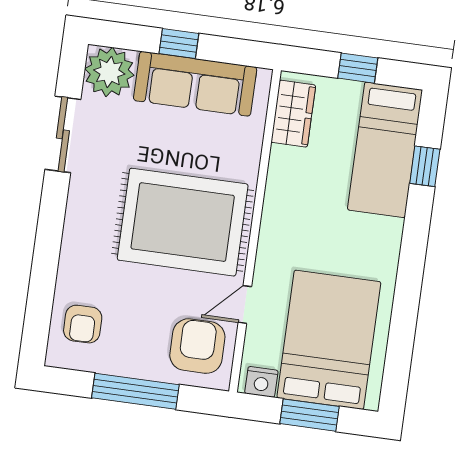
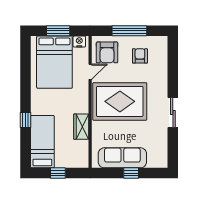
plant: (109, 72) -> (158, 158), removed
wardrobe: (293, 114) -> (81, 127), moved
sliding door: (63, 134) -> (173, 113), moved
window: (425, 166) -> (25, 120), moved
armchair: (83, 324) -> (140, 56), moved

